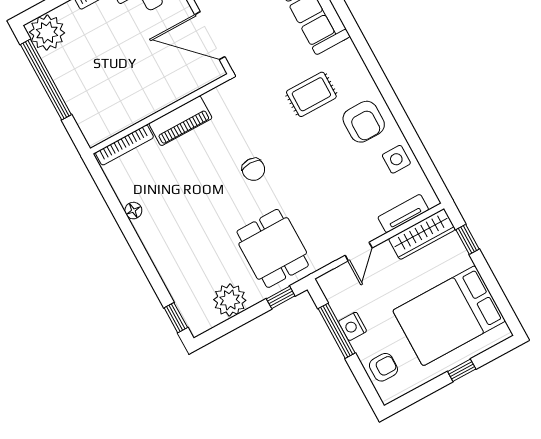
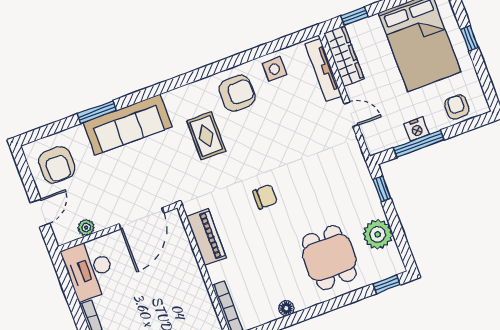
piano: (180, 121) -> (206, 237), moved
tv unit: (403, 214) -> (323, 70), width x1.41
dining table: (273, 248) -> (329, 258), moved, turned 90

